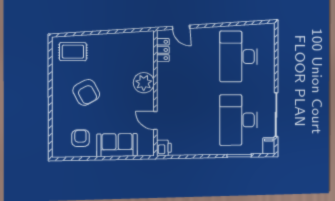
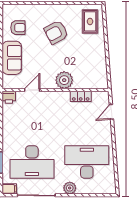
locker: (163, 50) -> (81, 96), moved
plant: (268, 76) -> (70, 188), added
desk: (239, 120) -> (32, 162), turned 180

